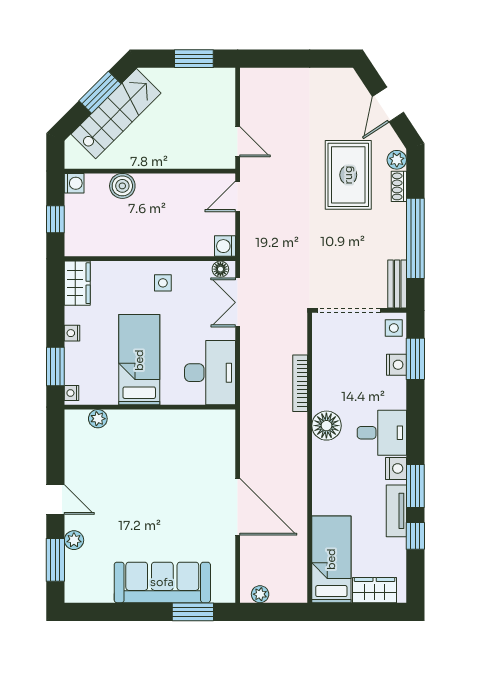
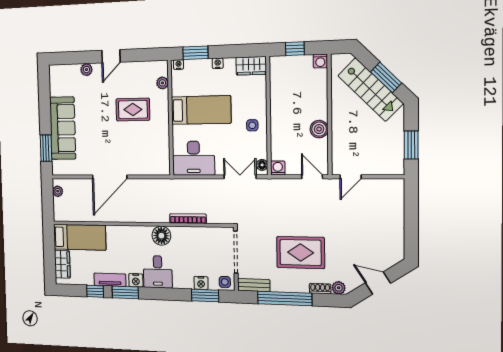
rug: (348, 175) -> (301, 253), moved
boiler: (122, 186) -> (319, 129), moved
rug: (136, 466) -> (133, 110), added
window: (55, 560) -> (74, 58), removed

